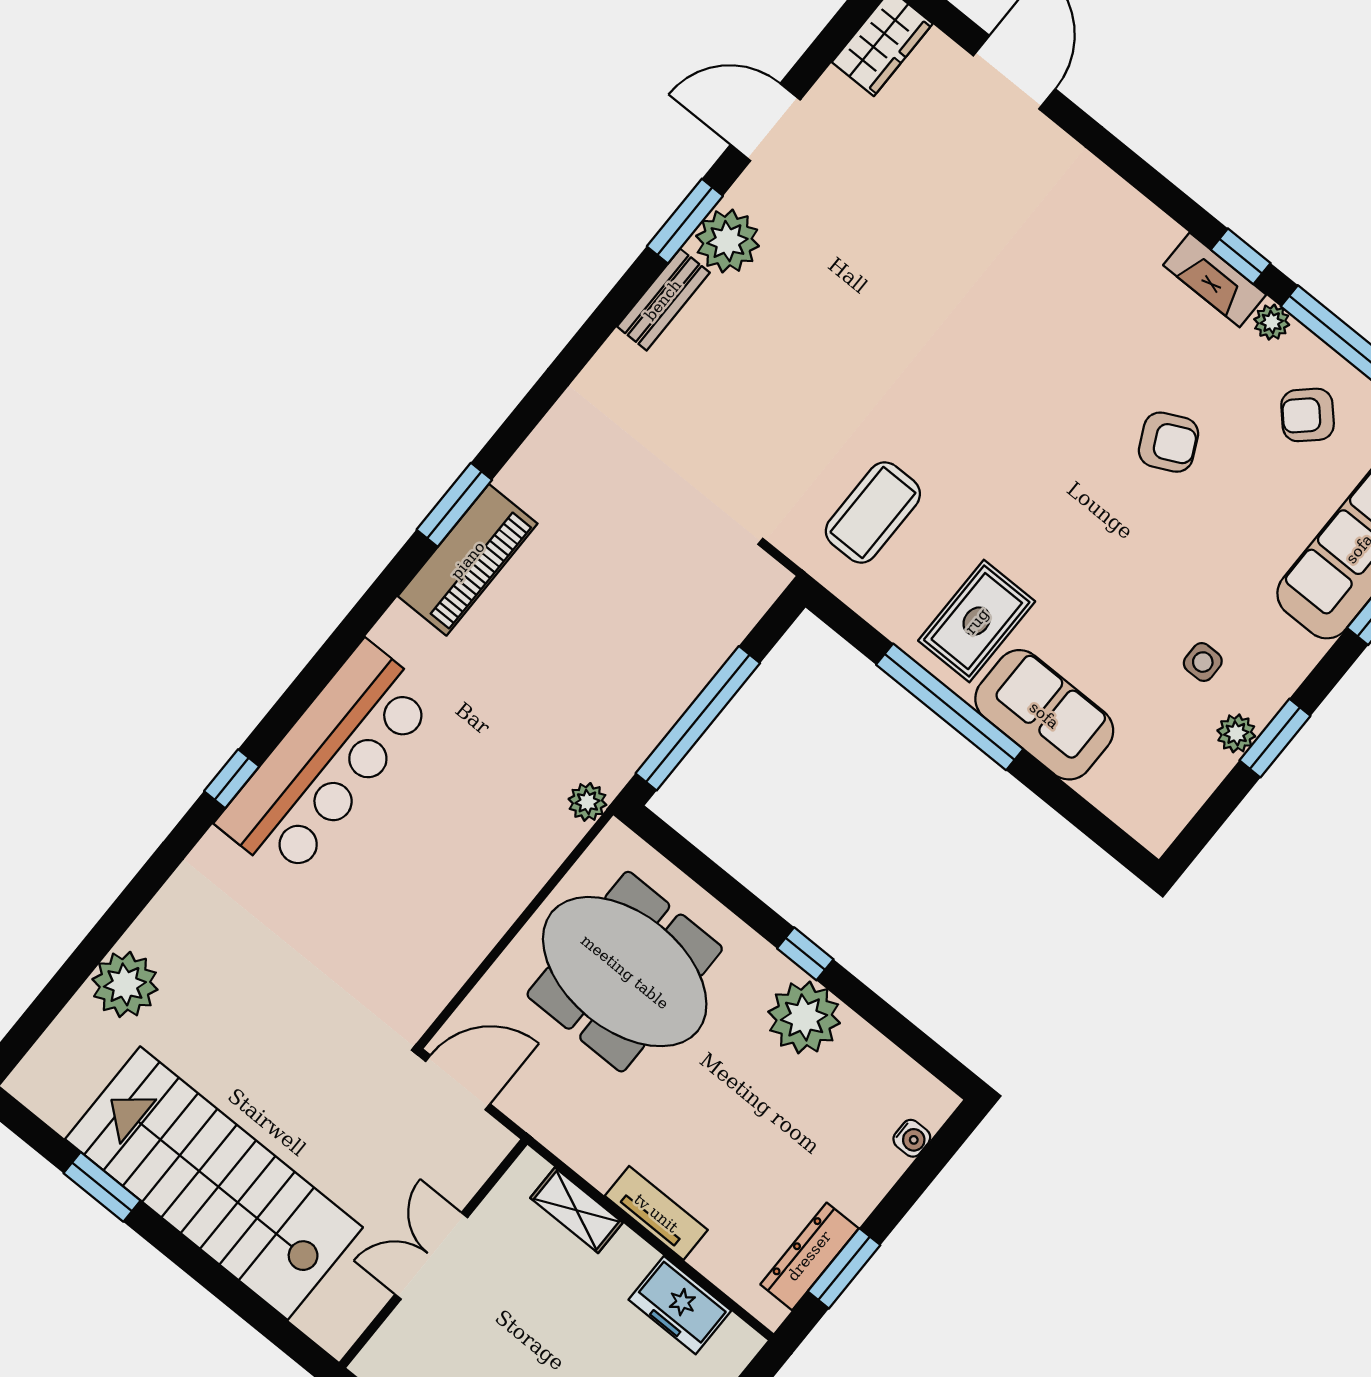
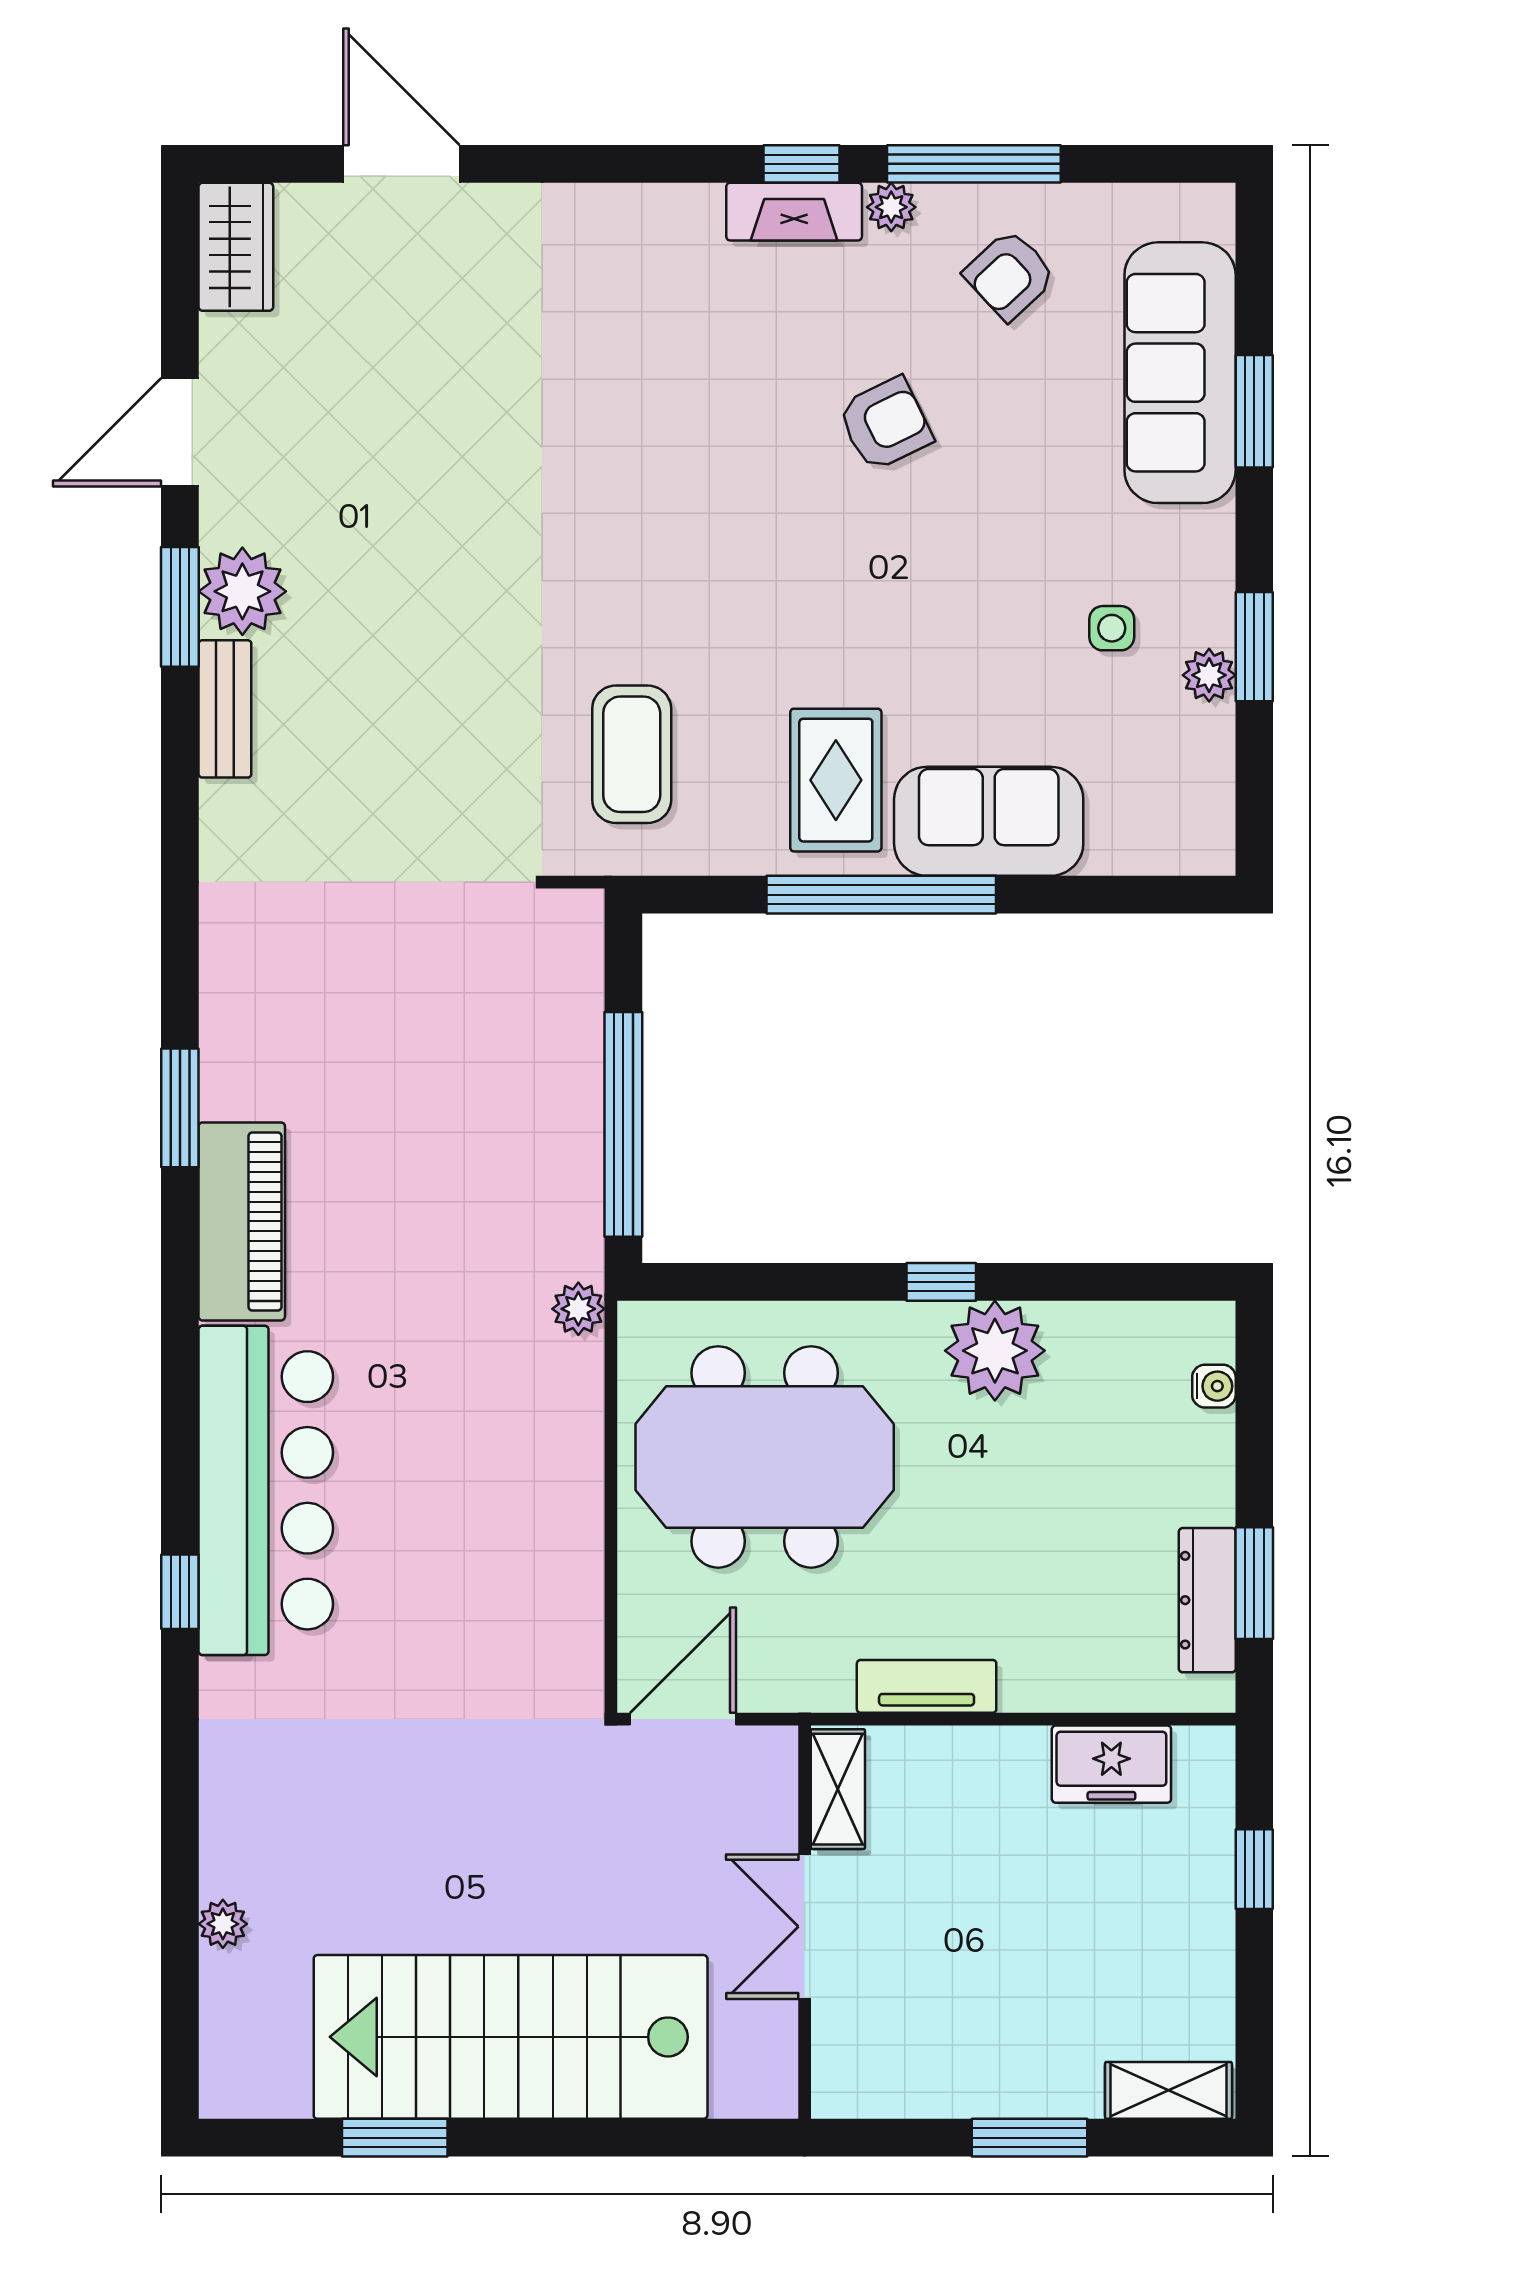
piano: (468, 560) -> (242, 1221), moved
plant: (125, 984) -> (223, 1924), width x0.53, depth x0.53
shelving: (577, 1210) -> (838, 1789), moved, turned 90
tv unit: (656, 1213) -> (927, 1686), moved

